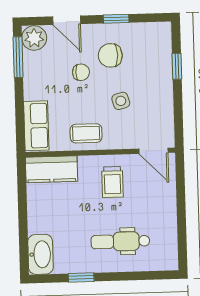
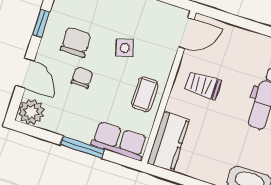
door: (67, 20) -> (25, 73), hinge flipped
chair: (110, 55) -> (76, 42), turned 180
window: (18, 57) -> (82, 147), moved
trolley: (112, 182) -> (203, 85), turned 180

